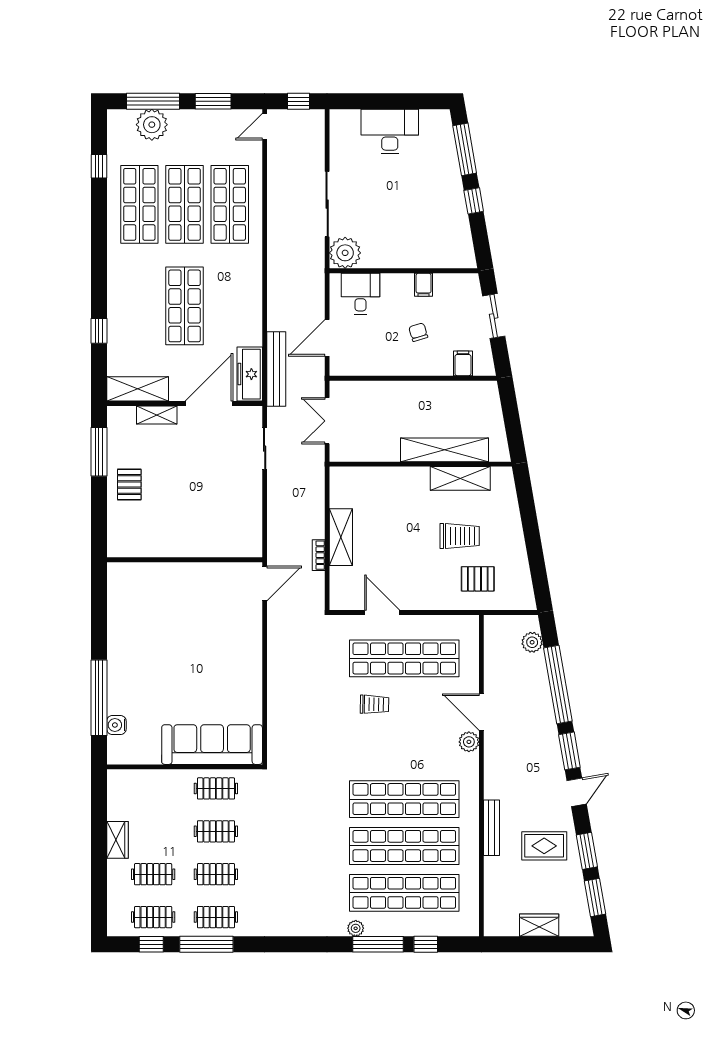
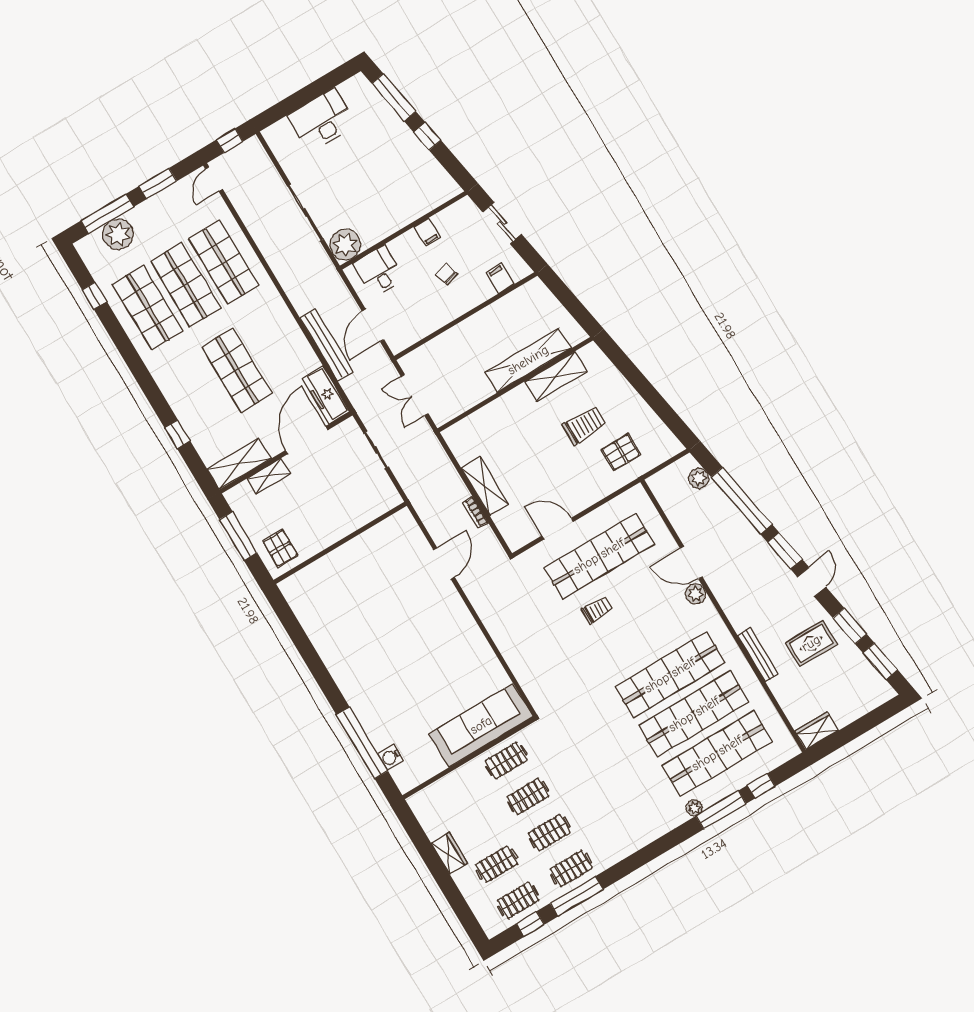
bench: (276, 369) -> (326, 345), moved
wall: (185, 560) -> (340, 543), moved
wardrobe: (539, 925) -> (817, 731), moved

